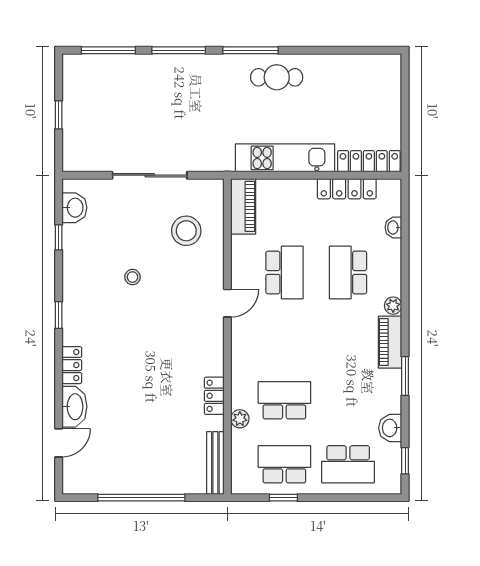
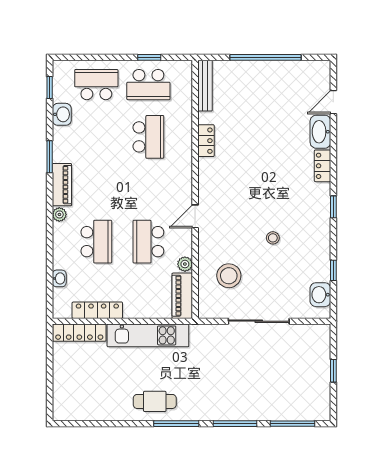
school desk: (284, 400) -> (148, 137), turned -90
plant: (240, 419) -> (185, 264), moved

